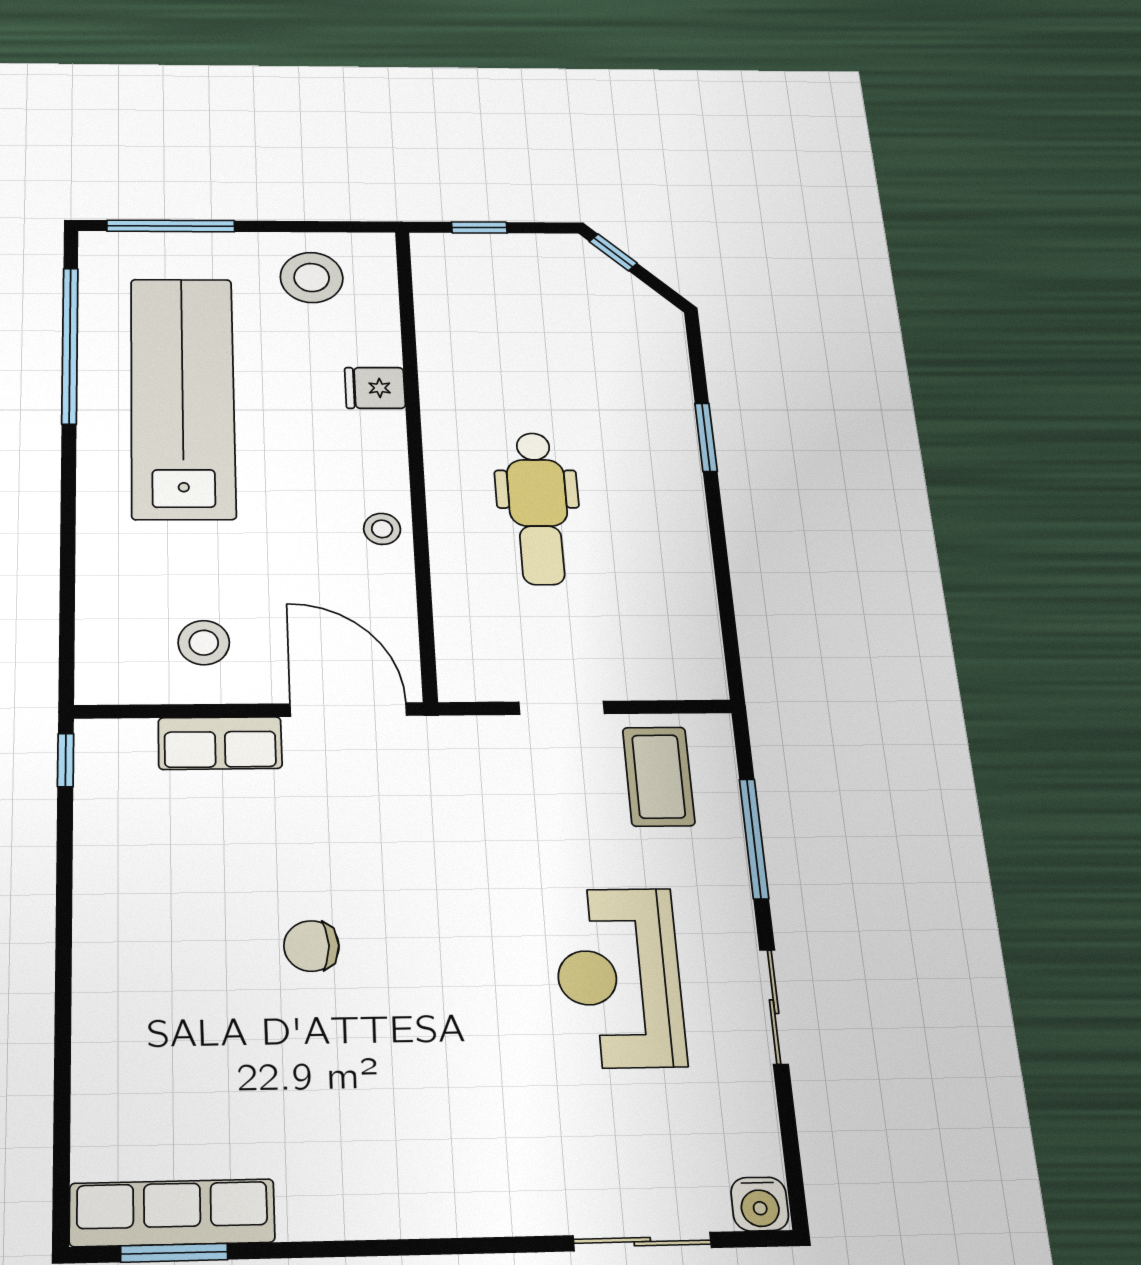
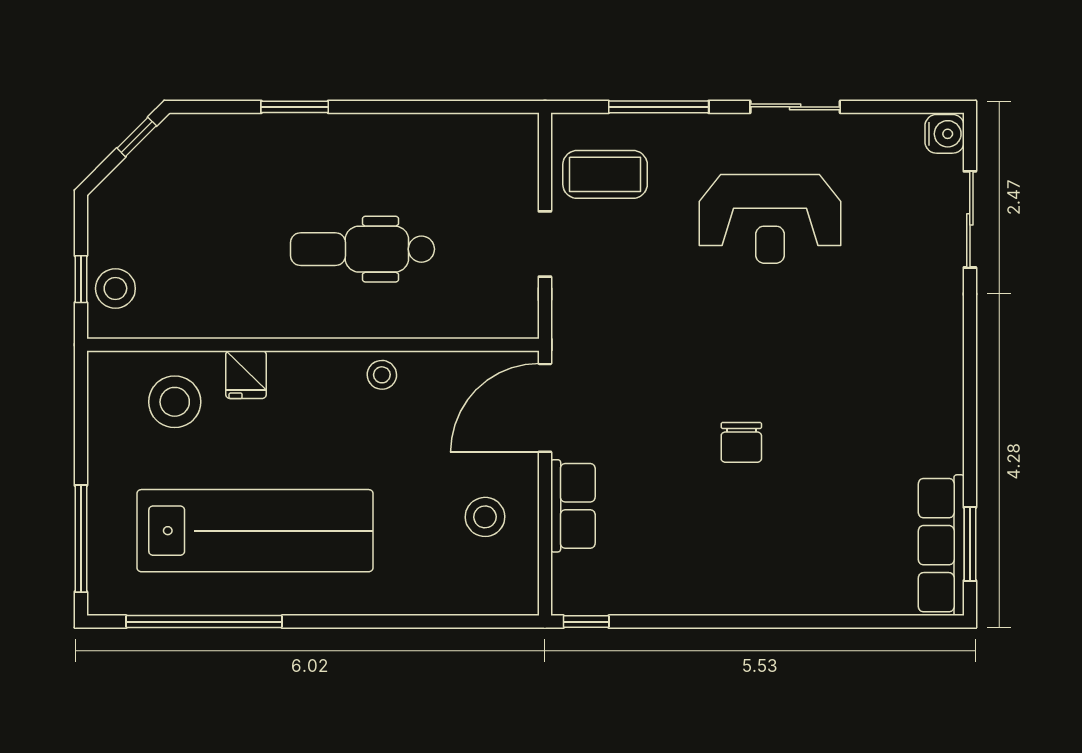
window: (613, 252) -> (137, 137), moved
stool: (471, 260) -> (115, 288), added
stool: (312, 278) -> (175, 402), moved
lab bench: (183, 397) -> (255, 531), turned 180
dental chair: (538, 508) -> (363, 249), turned 180

